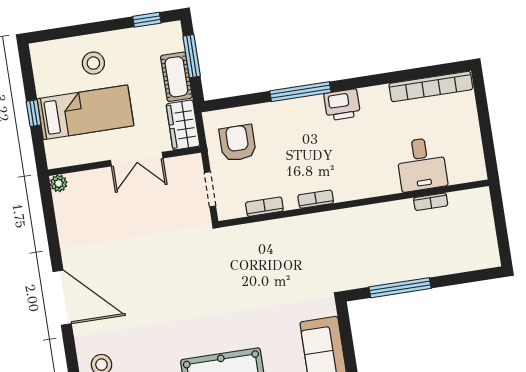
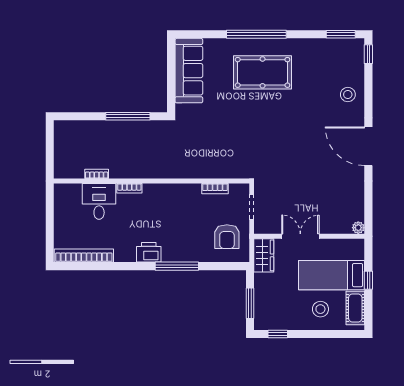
cot: (176, 77) -> (355, 308), moved
bookcase: (316, 199) -> (129, 188), moved

